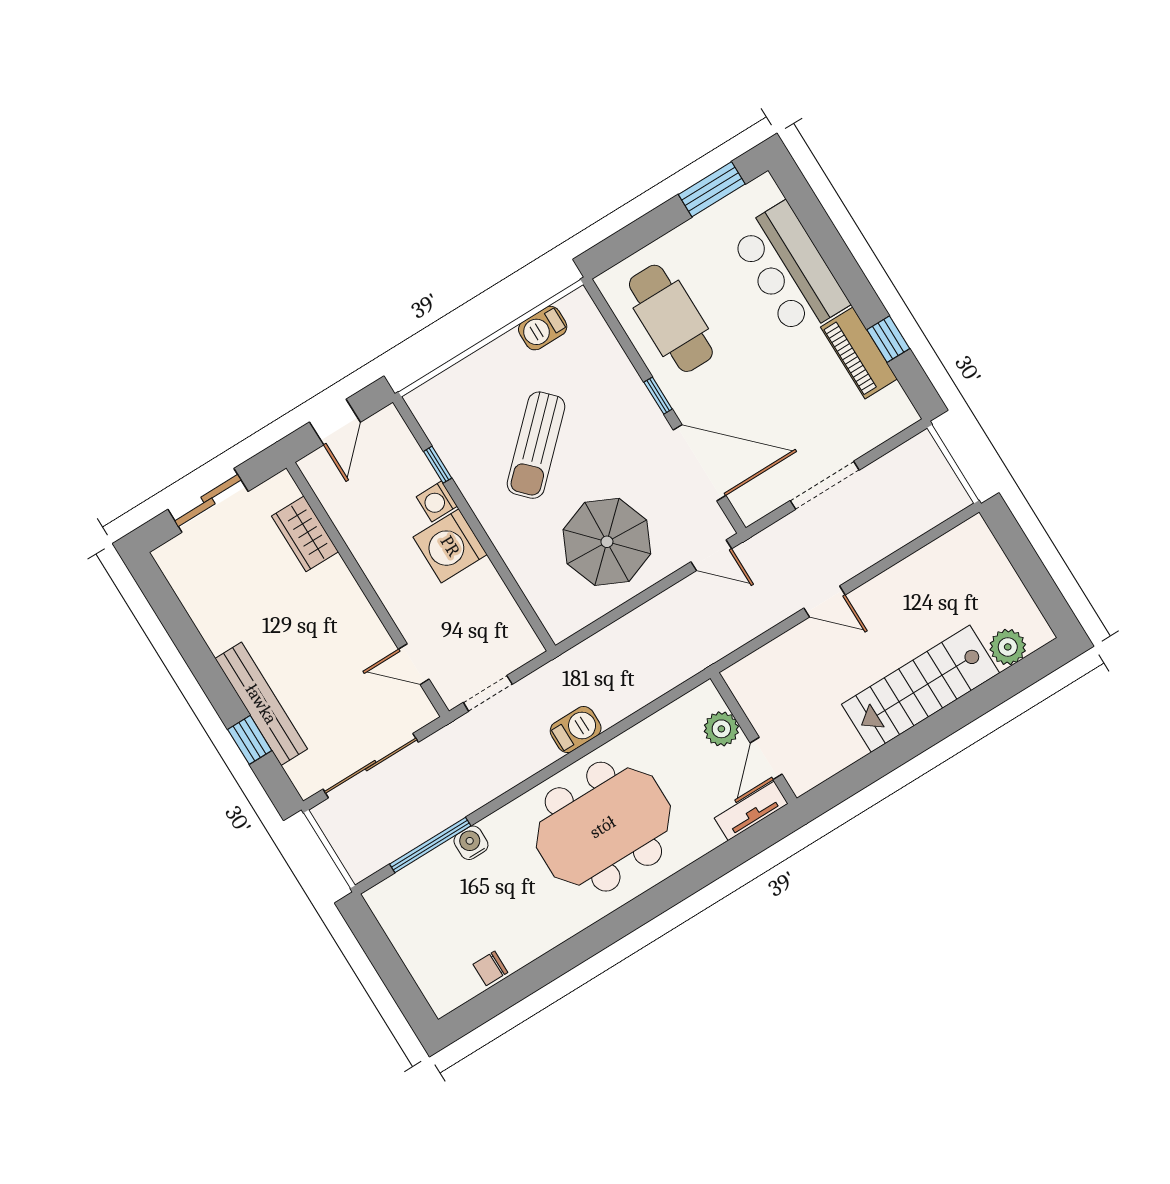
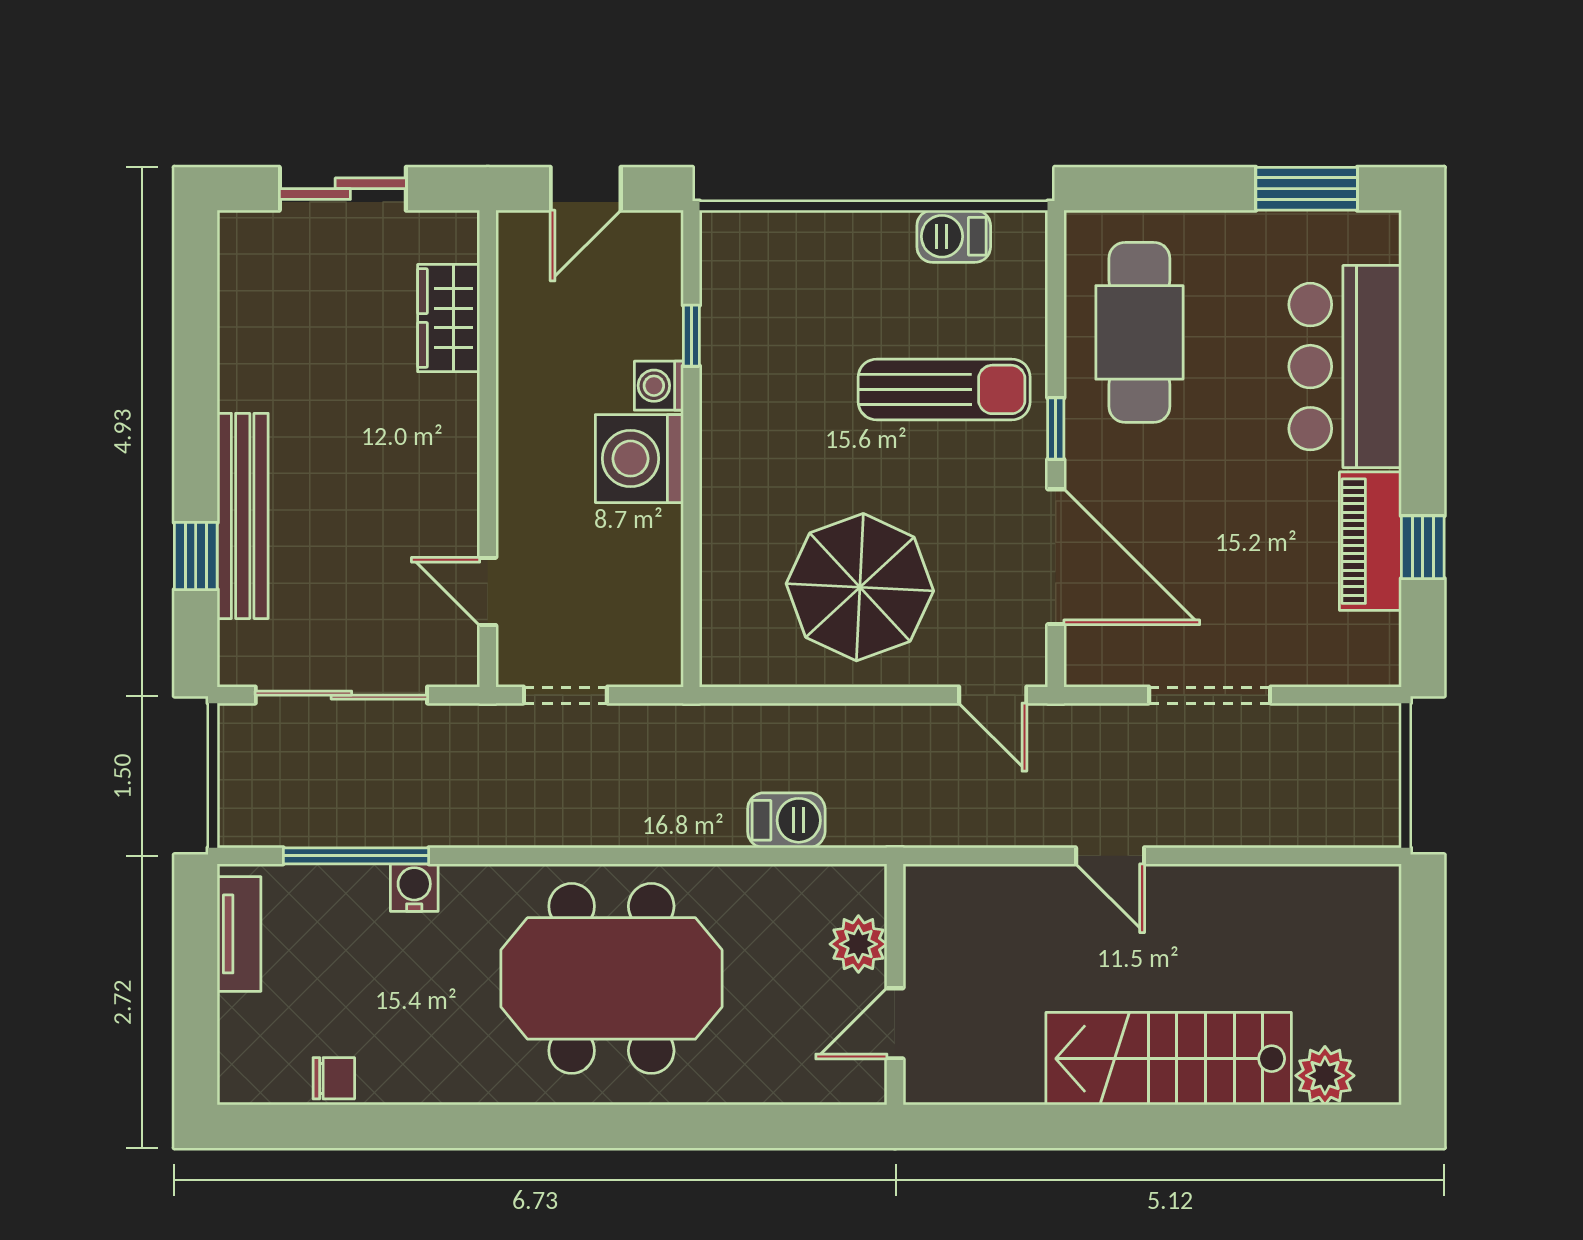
sun lounger: (536, 445) -> (944, 389), moved, turned -136
barbecue: (576, 729) -> (786, 820), moved
tv unit: (751, 811) -> (239, 934), moved, turned 90
chair: (490, 968) -> (334, 1078), turned 180

